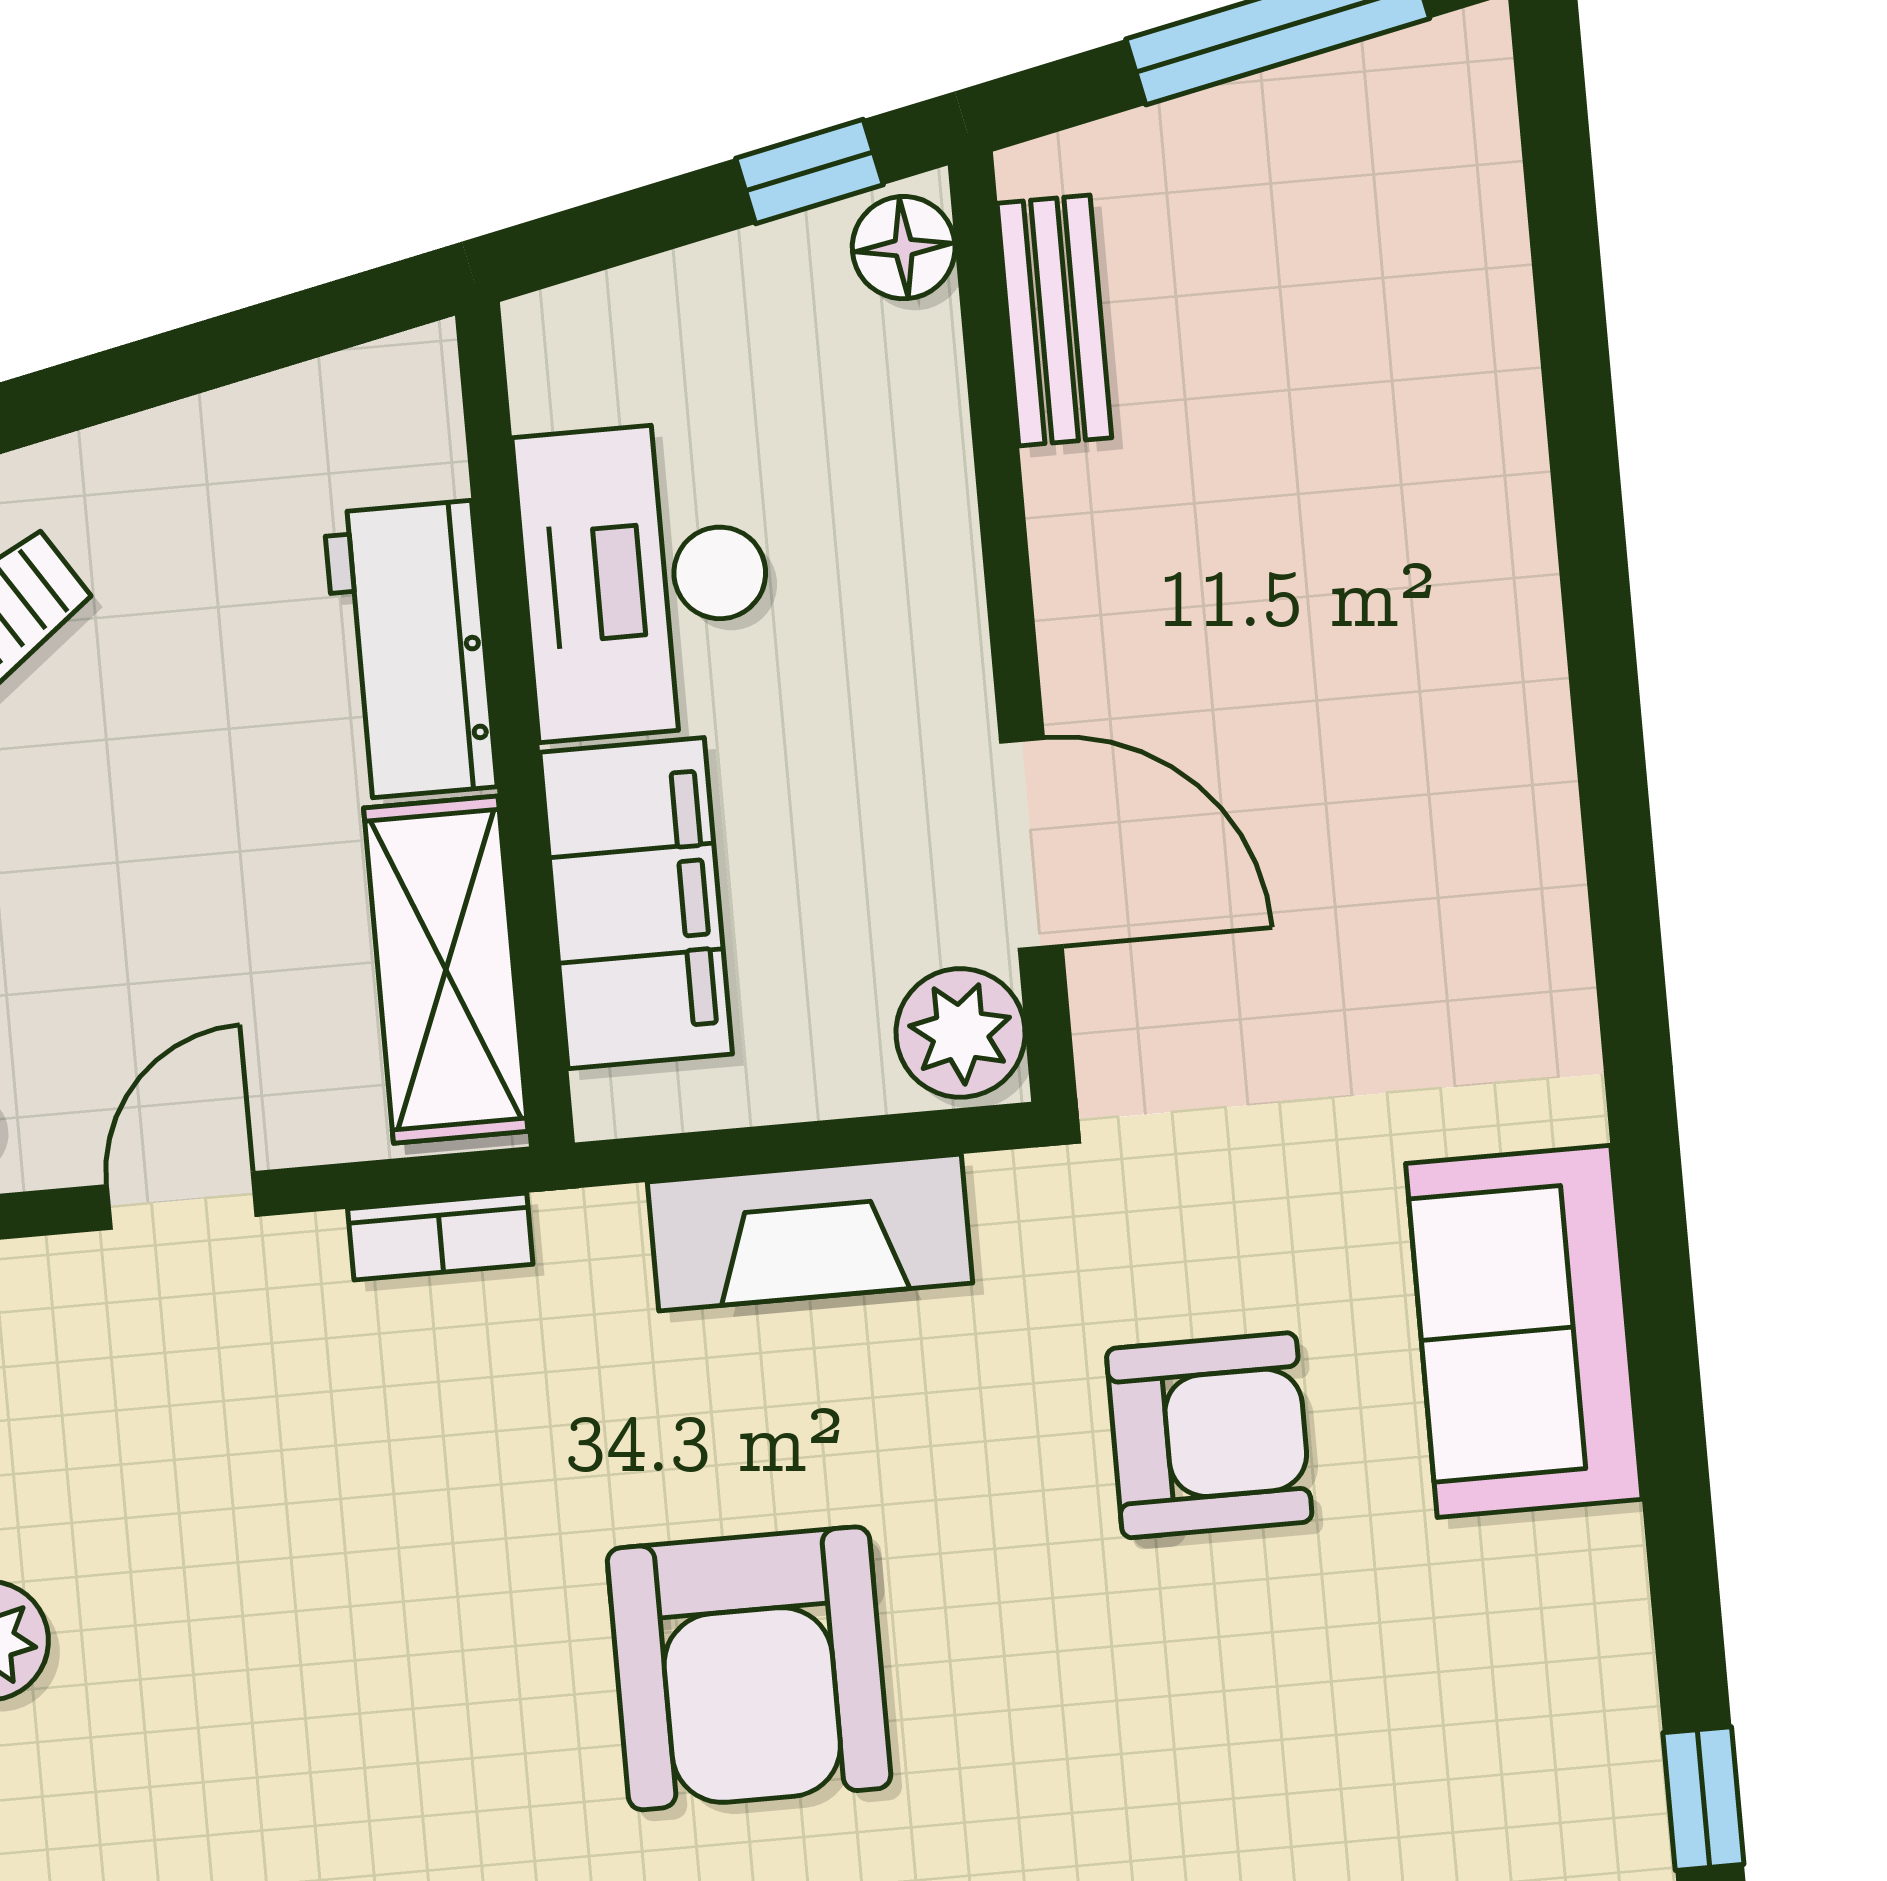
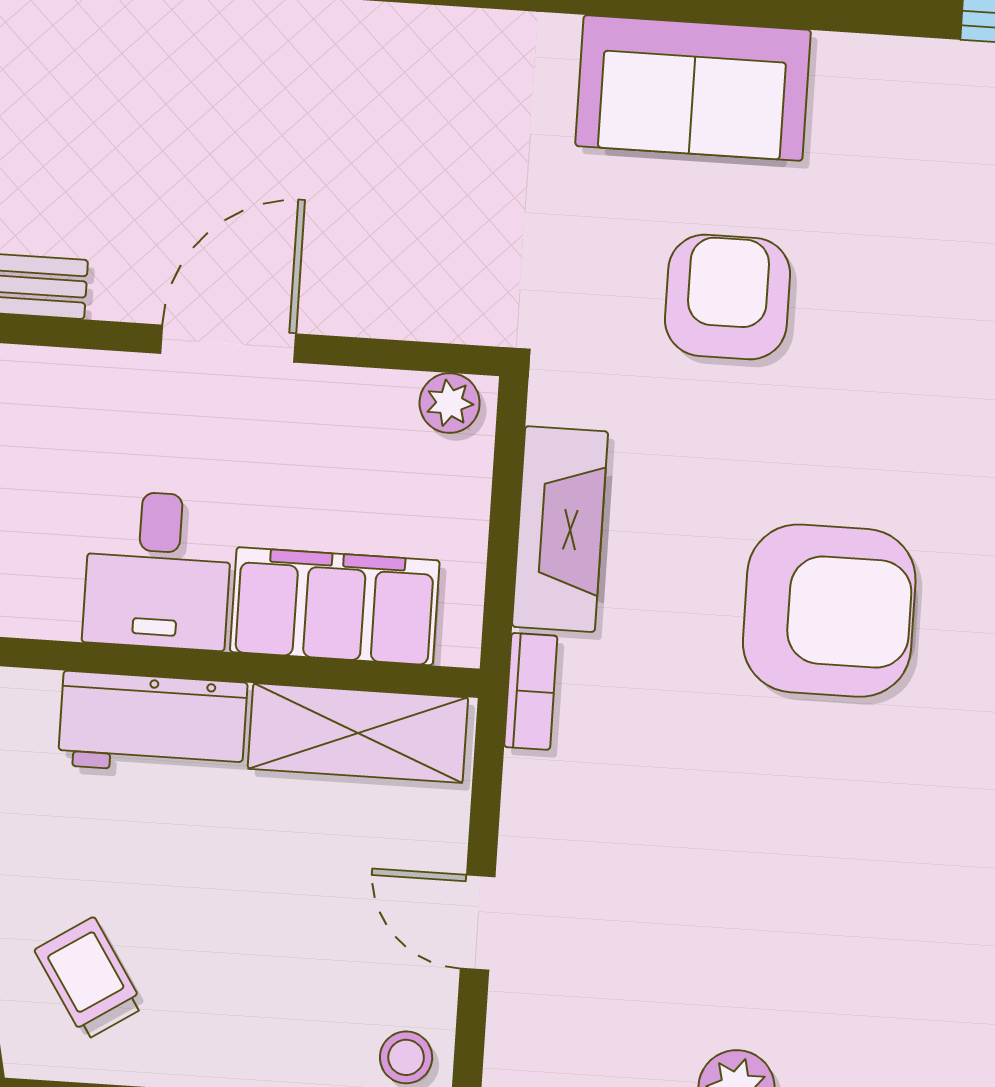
desk: (645, 580) -> (158, 570), width x0.73
door: (1031, 844) -> (228, 344), moved
plant: (961, 1033) -> (450, 403), width x0.73, depth x0.73
bookcase: (440, 1236) -> (531, 691), moved

